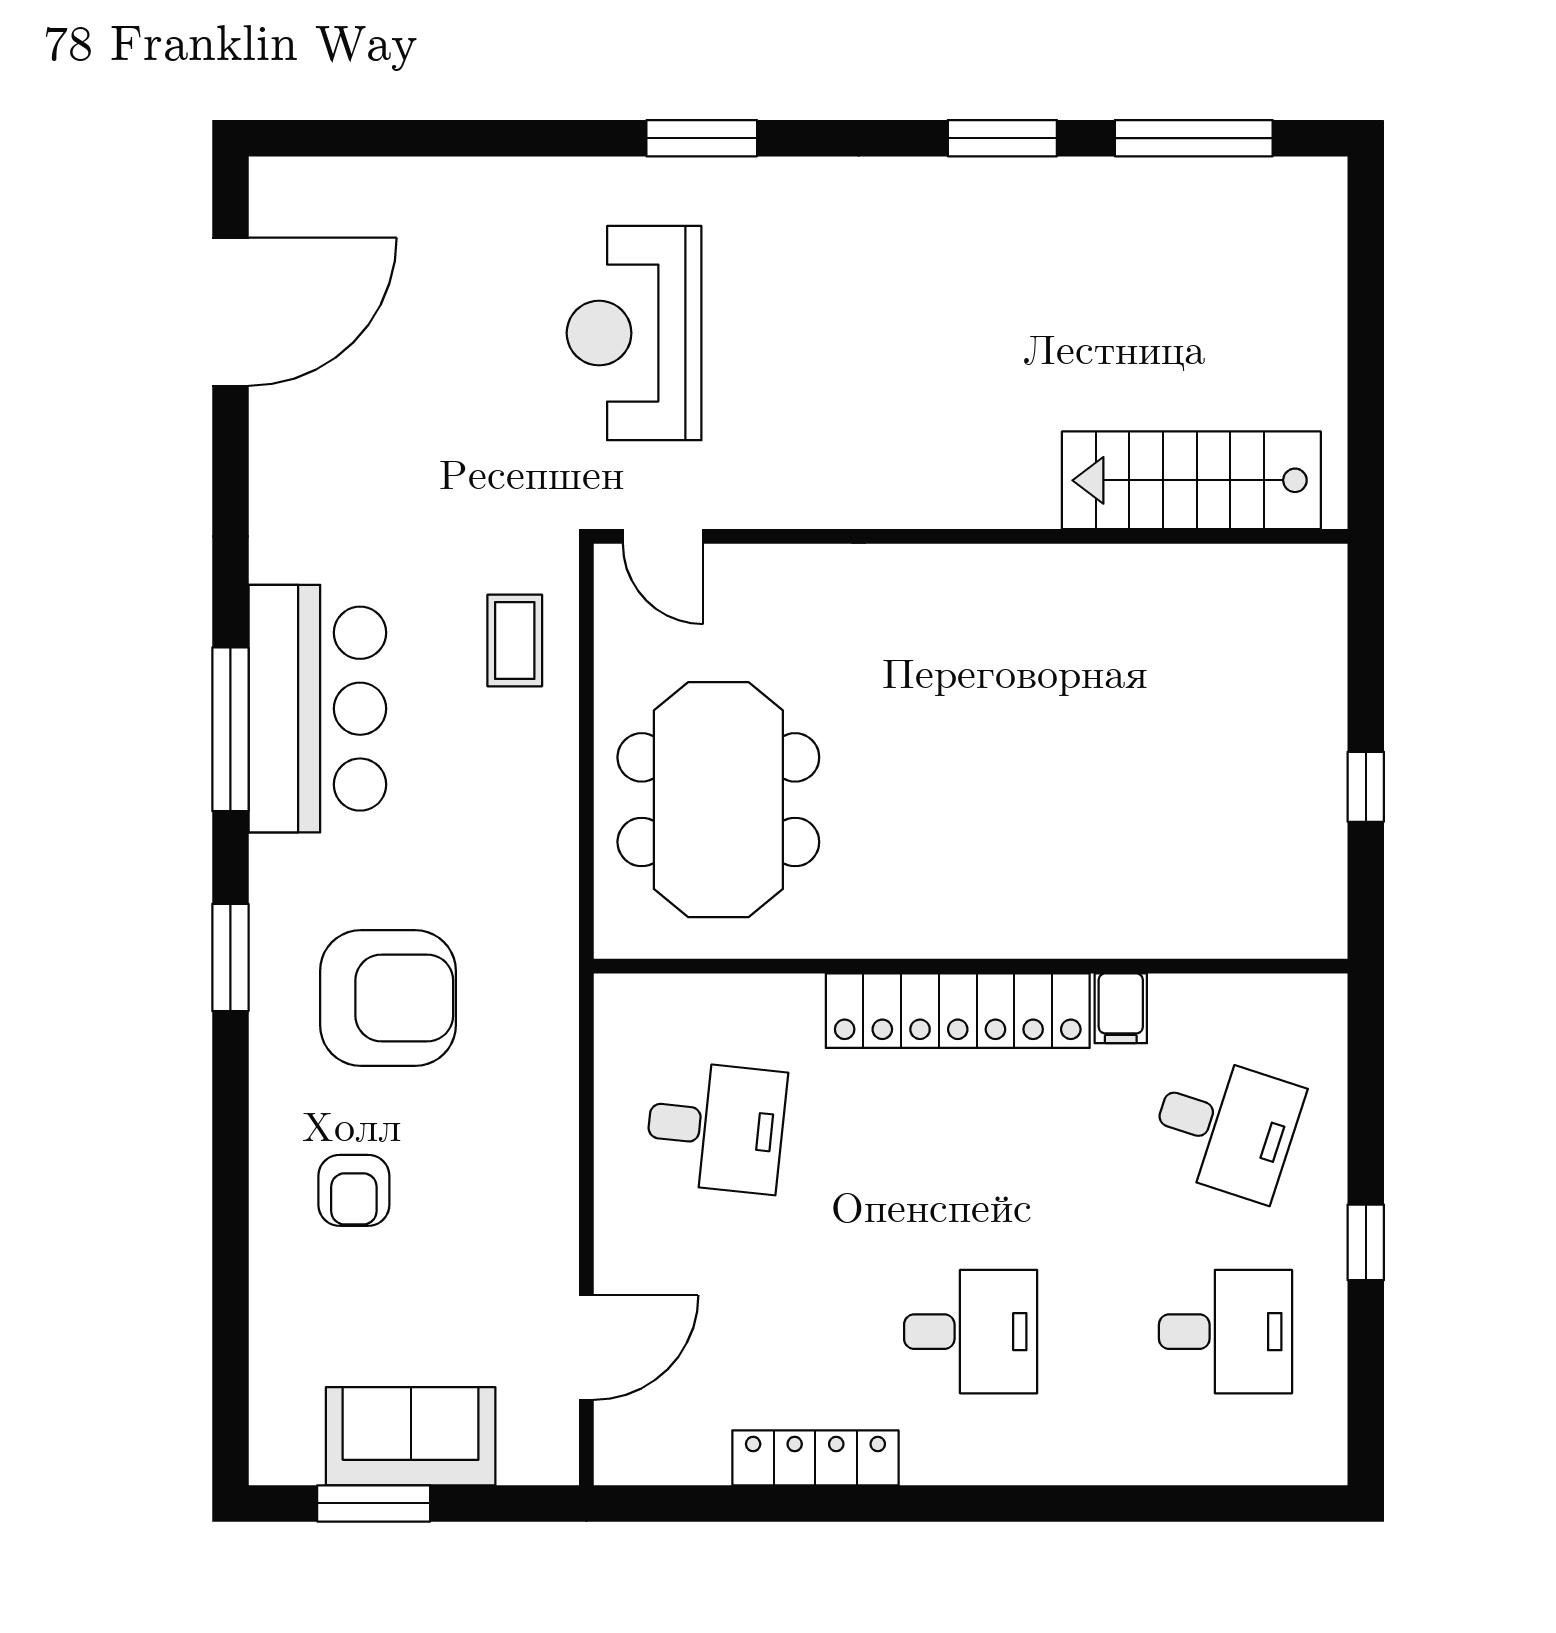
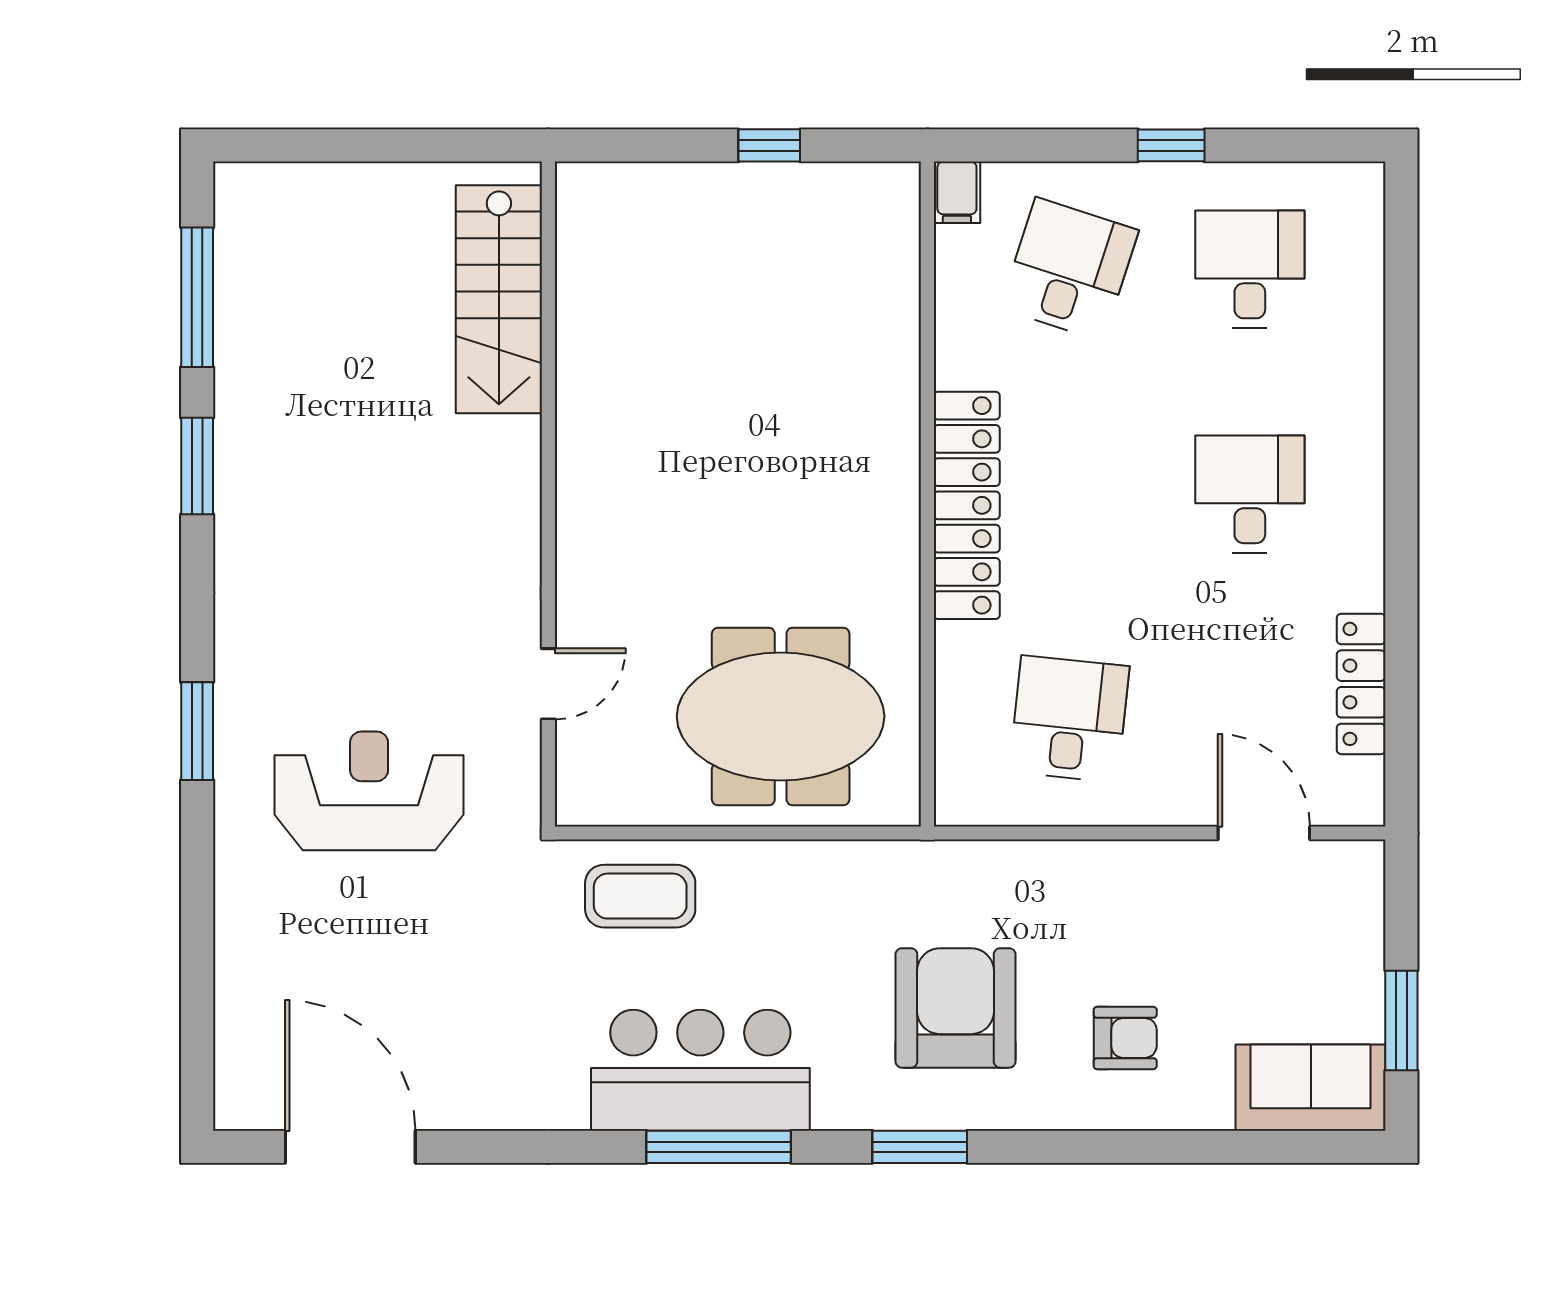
reception desk: (634, 333) -> (369, 791), turned 180
door: (663, 536) -> (548, 684), moved
coffee table: (515, 640) -> (640, 896), width x1.36, depth x1.30
filing cabinet: (1121, 1008) -> (957, 192), moved, turned 90
sofa: (411, 1436) -> (1311, 1088), moved, turned 90
locker: (815, 1458) -> (1361, 684), moved

